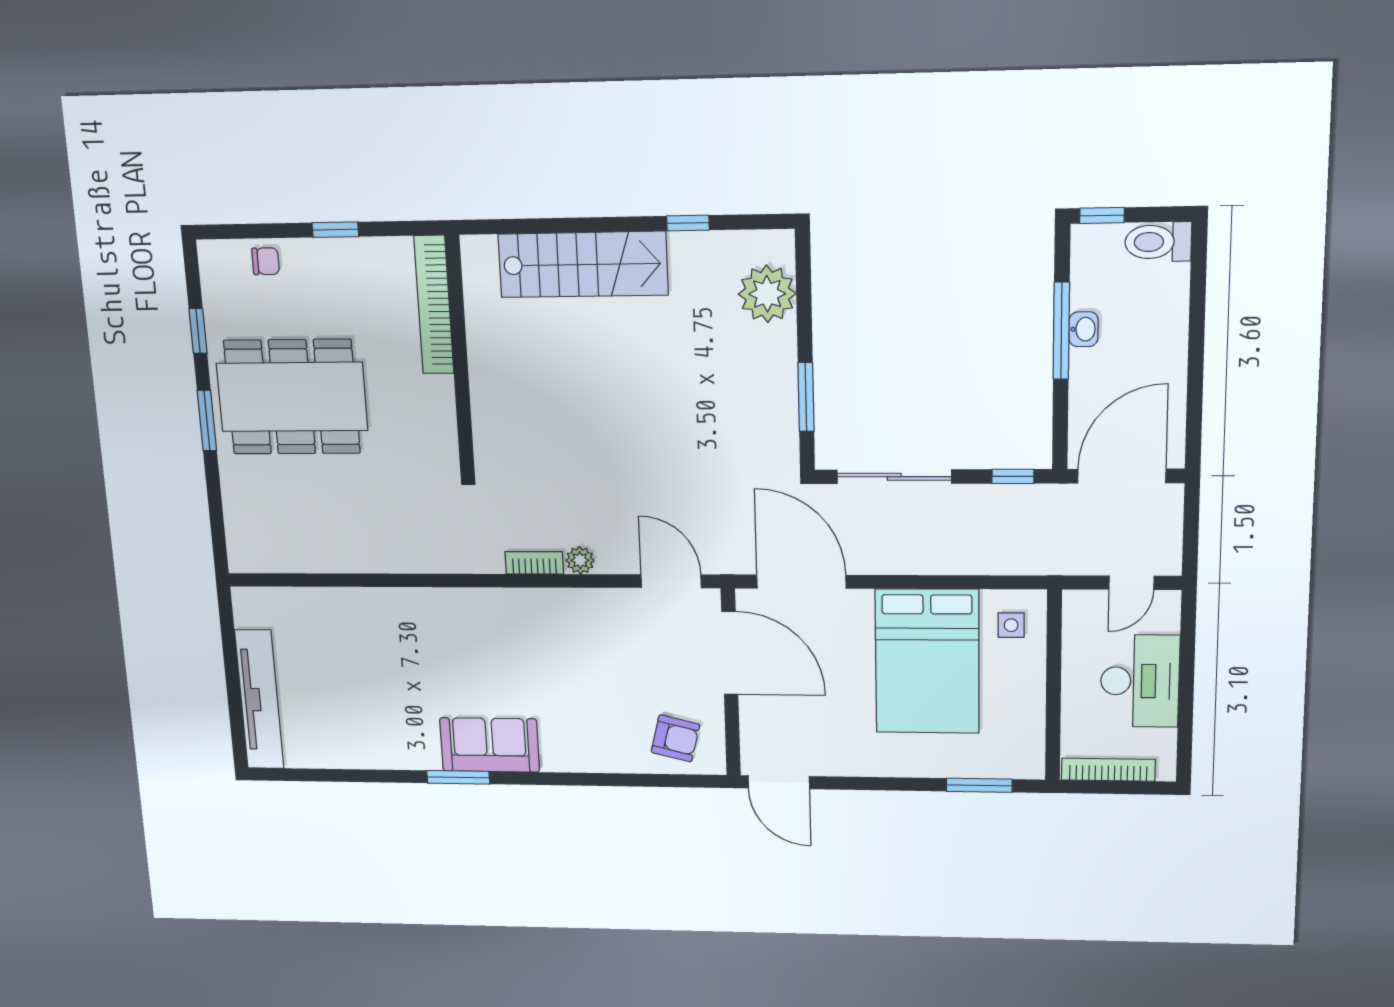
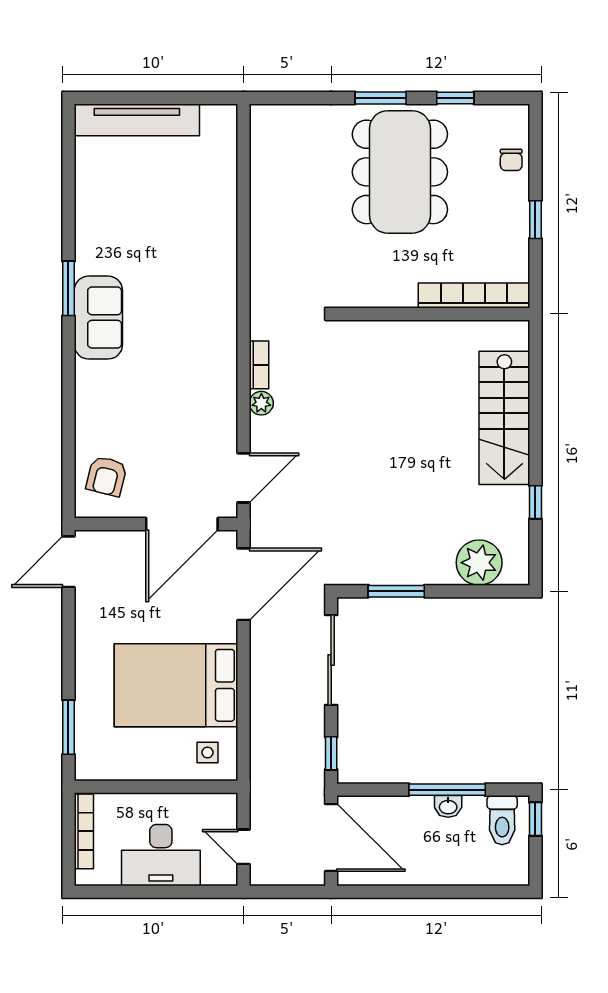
toilet: (1158, 242) -> (502, 820), moved, turned 180

